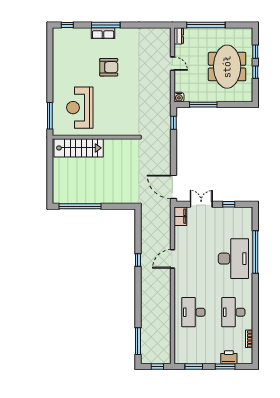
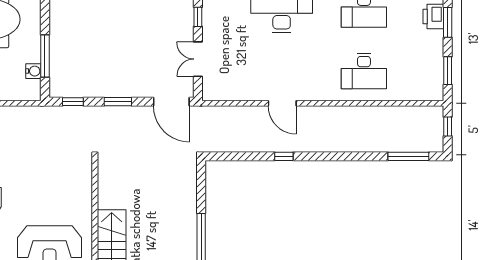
water cooler: (179, 97) -> (33, 71), moved
window: (174, 152) -> (118, 102), added
door: (174, 187) -> (171, 102), hinge flipped
filing cabinet: (180, 216) -> (216, 91), removed

